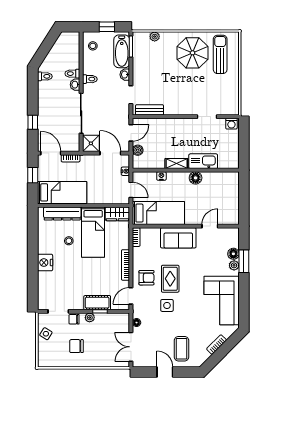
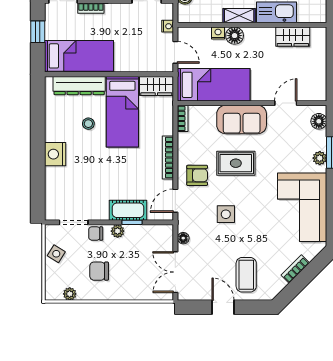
floor lamp: (196, 178) -> (235, 36), moved
wardrobe: (215, 179) -> (293, 37), added
floor lamp: (233, 254) -> (319, 121), moved
rug: (170, 279) -> (236, 163), moved, turned 90
plant: (55, 362) -> (70, 294), added

